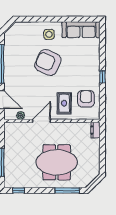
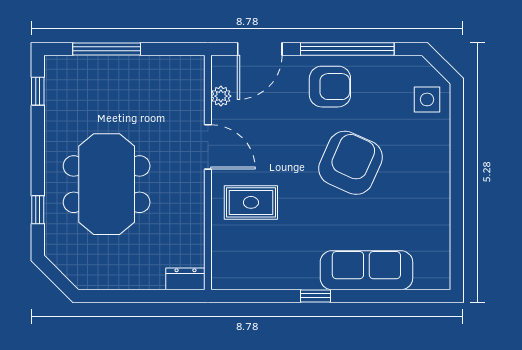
sofa: (81, 30) -> (366, 270), moved, turned 90
side table: (49, 34) -> (427, 99), moved
armchair: (86, 99) -> (330, 87), moved
window: (67, 190) -> (38, 210), width x0.46

